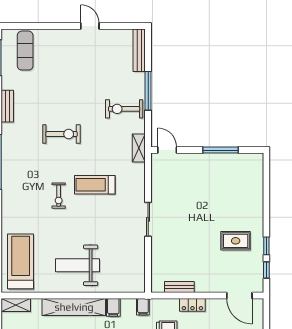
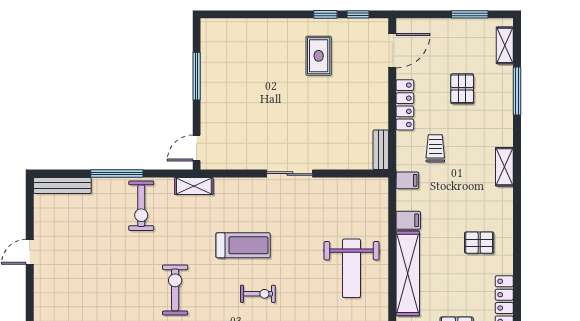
treadmill: (95, 185) -> (243, 245), turned -90
bench: (179, 287) -> (381, 150), moved
locker: (192, 305) -> (405, 105), width x1.53

